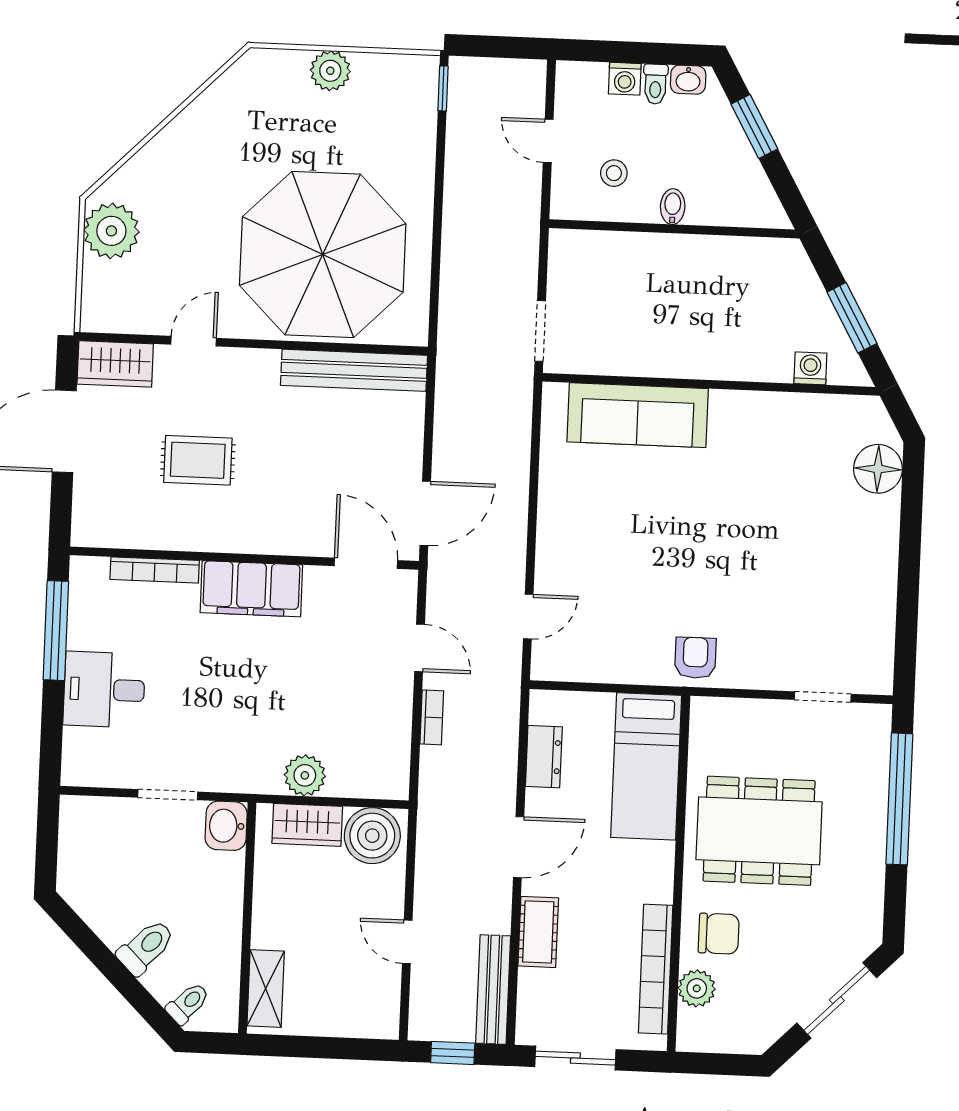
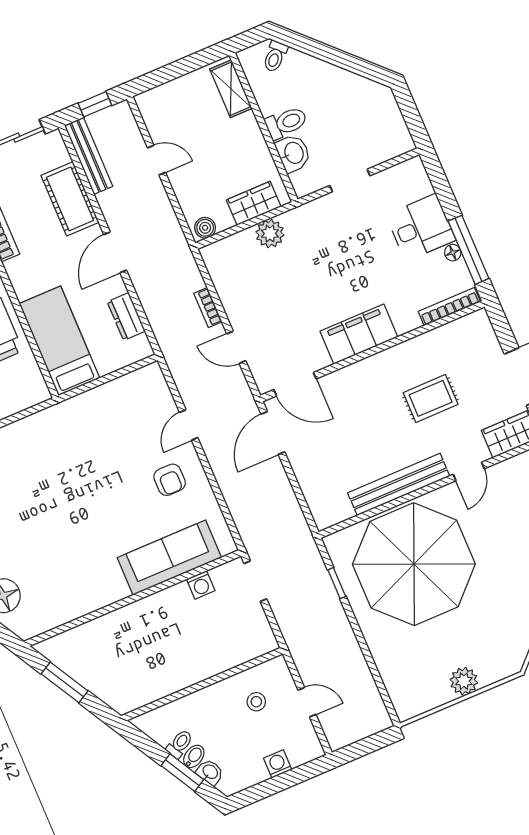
washbasin: (688, 80) -> (210, 772), moved, turned 61
toilet: (655, 84) -> (180, 744), moved, turned 61
window: (443, 88) -> (337, 583), moved
bidet: (673, 207) -> (194, 756), moved, turned -119
washing machine: (810, 368) -> (201, 585), moved
bench: (354, 370) -> (399, 485), moved
bookcase: (155, 570) -> (449, 307), moved
door: (528, 617) -> (189, 425), moved
floor lamp: (78, 637) -> (453, 253), added
armchair: (695, 658) -> (170, 480), moved
washbasin: (226, 826) -> (293, 153), moved
boiler: (372, 836) -> (205, 228), width x0.54, depth x0.54
cot: (538, 932) -> (70, 199), width x1.37, depth x1.34
toilet: (146, 947) -> (286, 123), moved, turned -135

